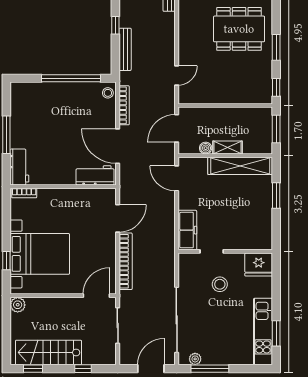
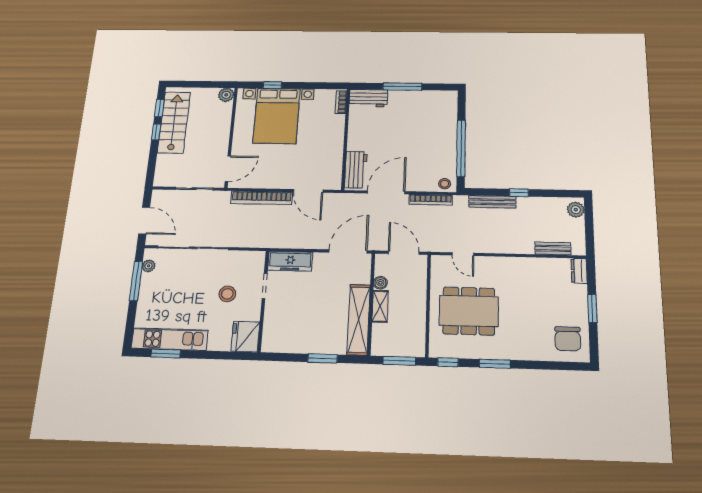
dining table: (239, 29) -> (469, 311), moved, turned 90
door: (177, 178) -> (348, 251), width x1.36
door: (96, 296) -> (228, 169), hinge flipped
window: (83, 369) -> (156, 132), moved

